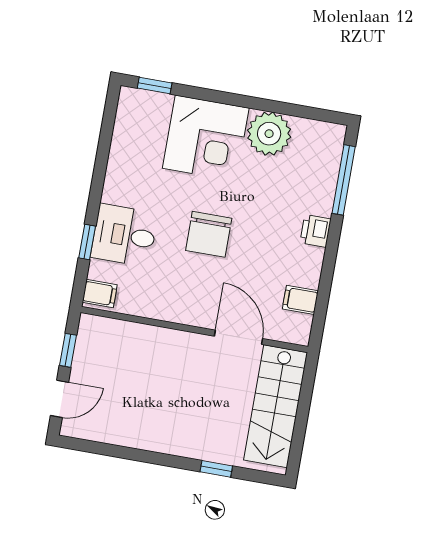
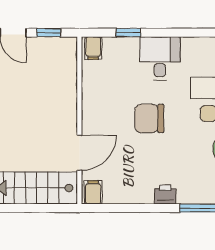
desk: (124, 235) -> (160, 58), moved
filing cabinet: (300, 300) -> (93, 192), moved

